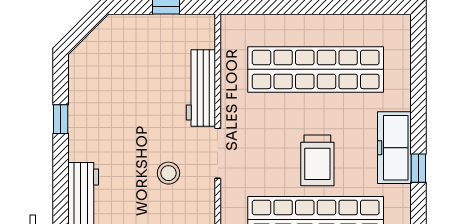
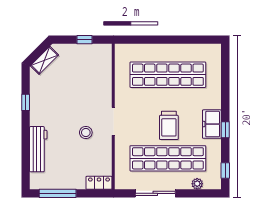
shelving: (94, 44) -> (44, 60), added
workbench: (201, 88) -> (104, 85), removed
freezer: (394, 148) -> (212, 124), width x0.71

